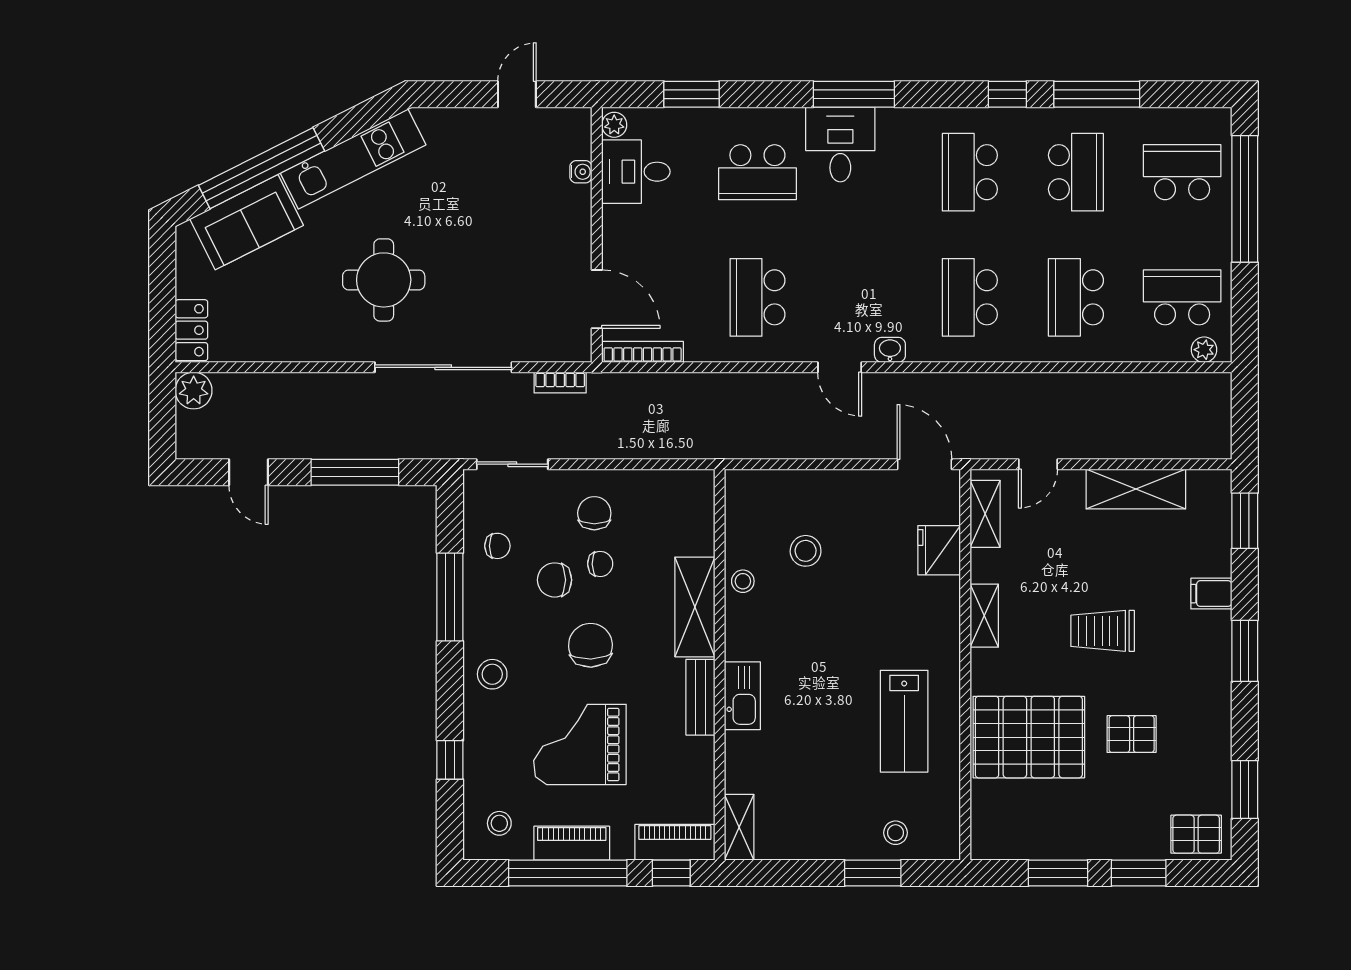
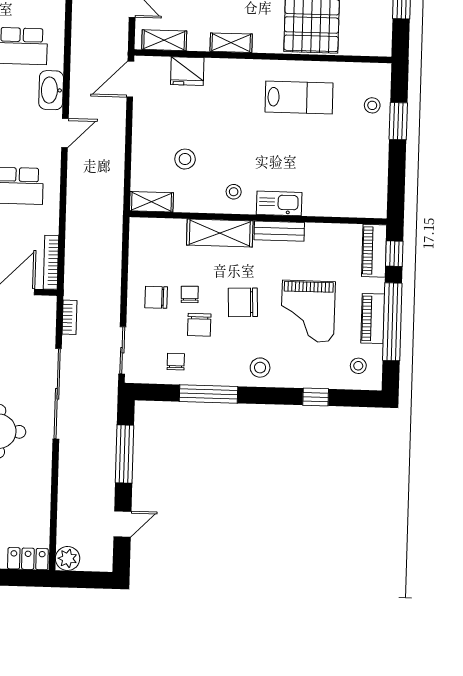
washbasin: (890, 350) -> (51, 90), width x1.91, depth x1.45
stool: (743, 581) -> (234, 192), moved
shelving: (739, 827) -> (151, 202), moved

